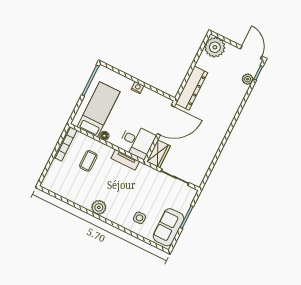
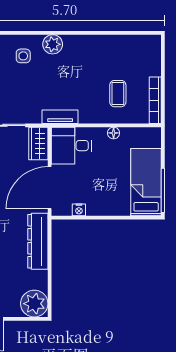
nightstand: (138, 88) -> (79, 210), moved
bed: (98, 109) -> (146, 182), moved, turned 180
tv unit: (125, 160) -> (60, 117), moved
plant: (99, 207) -> (53, 44), moved

